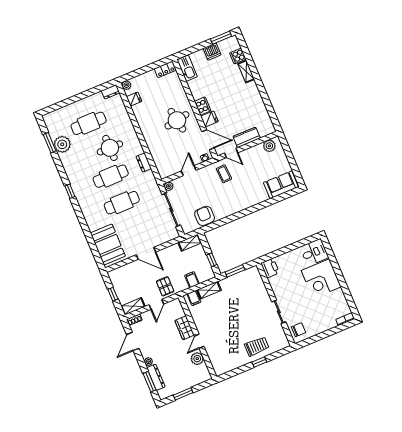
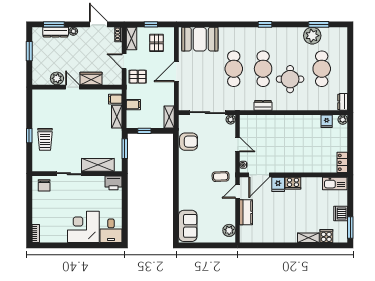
round table: (177, 120) -> (290, 153), removed
pallet: (128, 282) -> (156, 43), added
shelving: (260, 289) -> (98, 165), added

